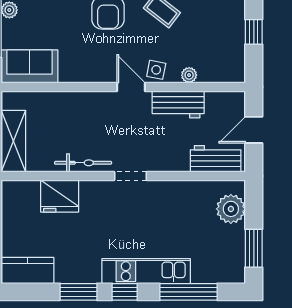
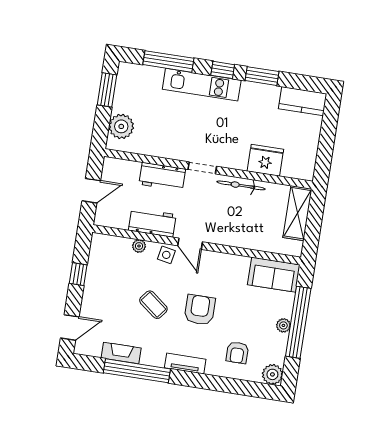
workbench: (216, 159) -> (162, 177), moved

